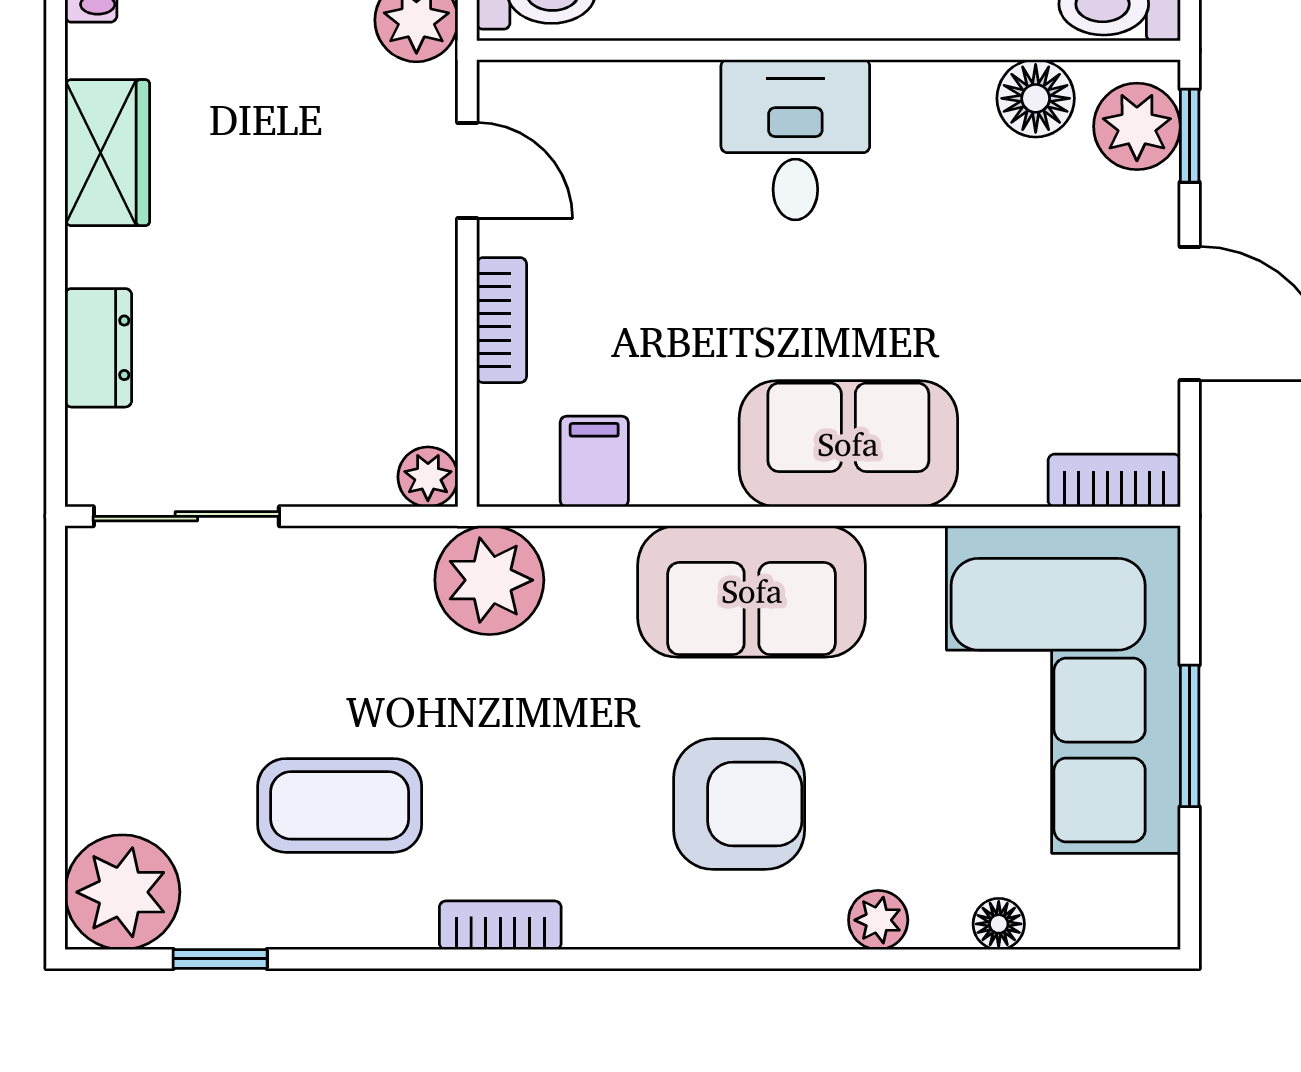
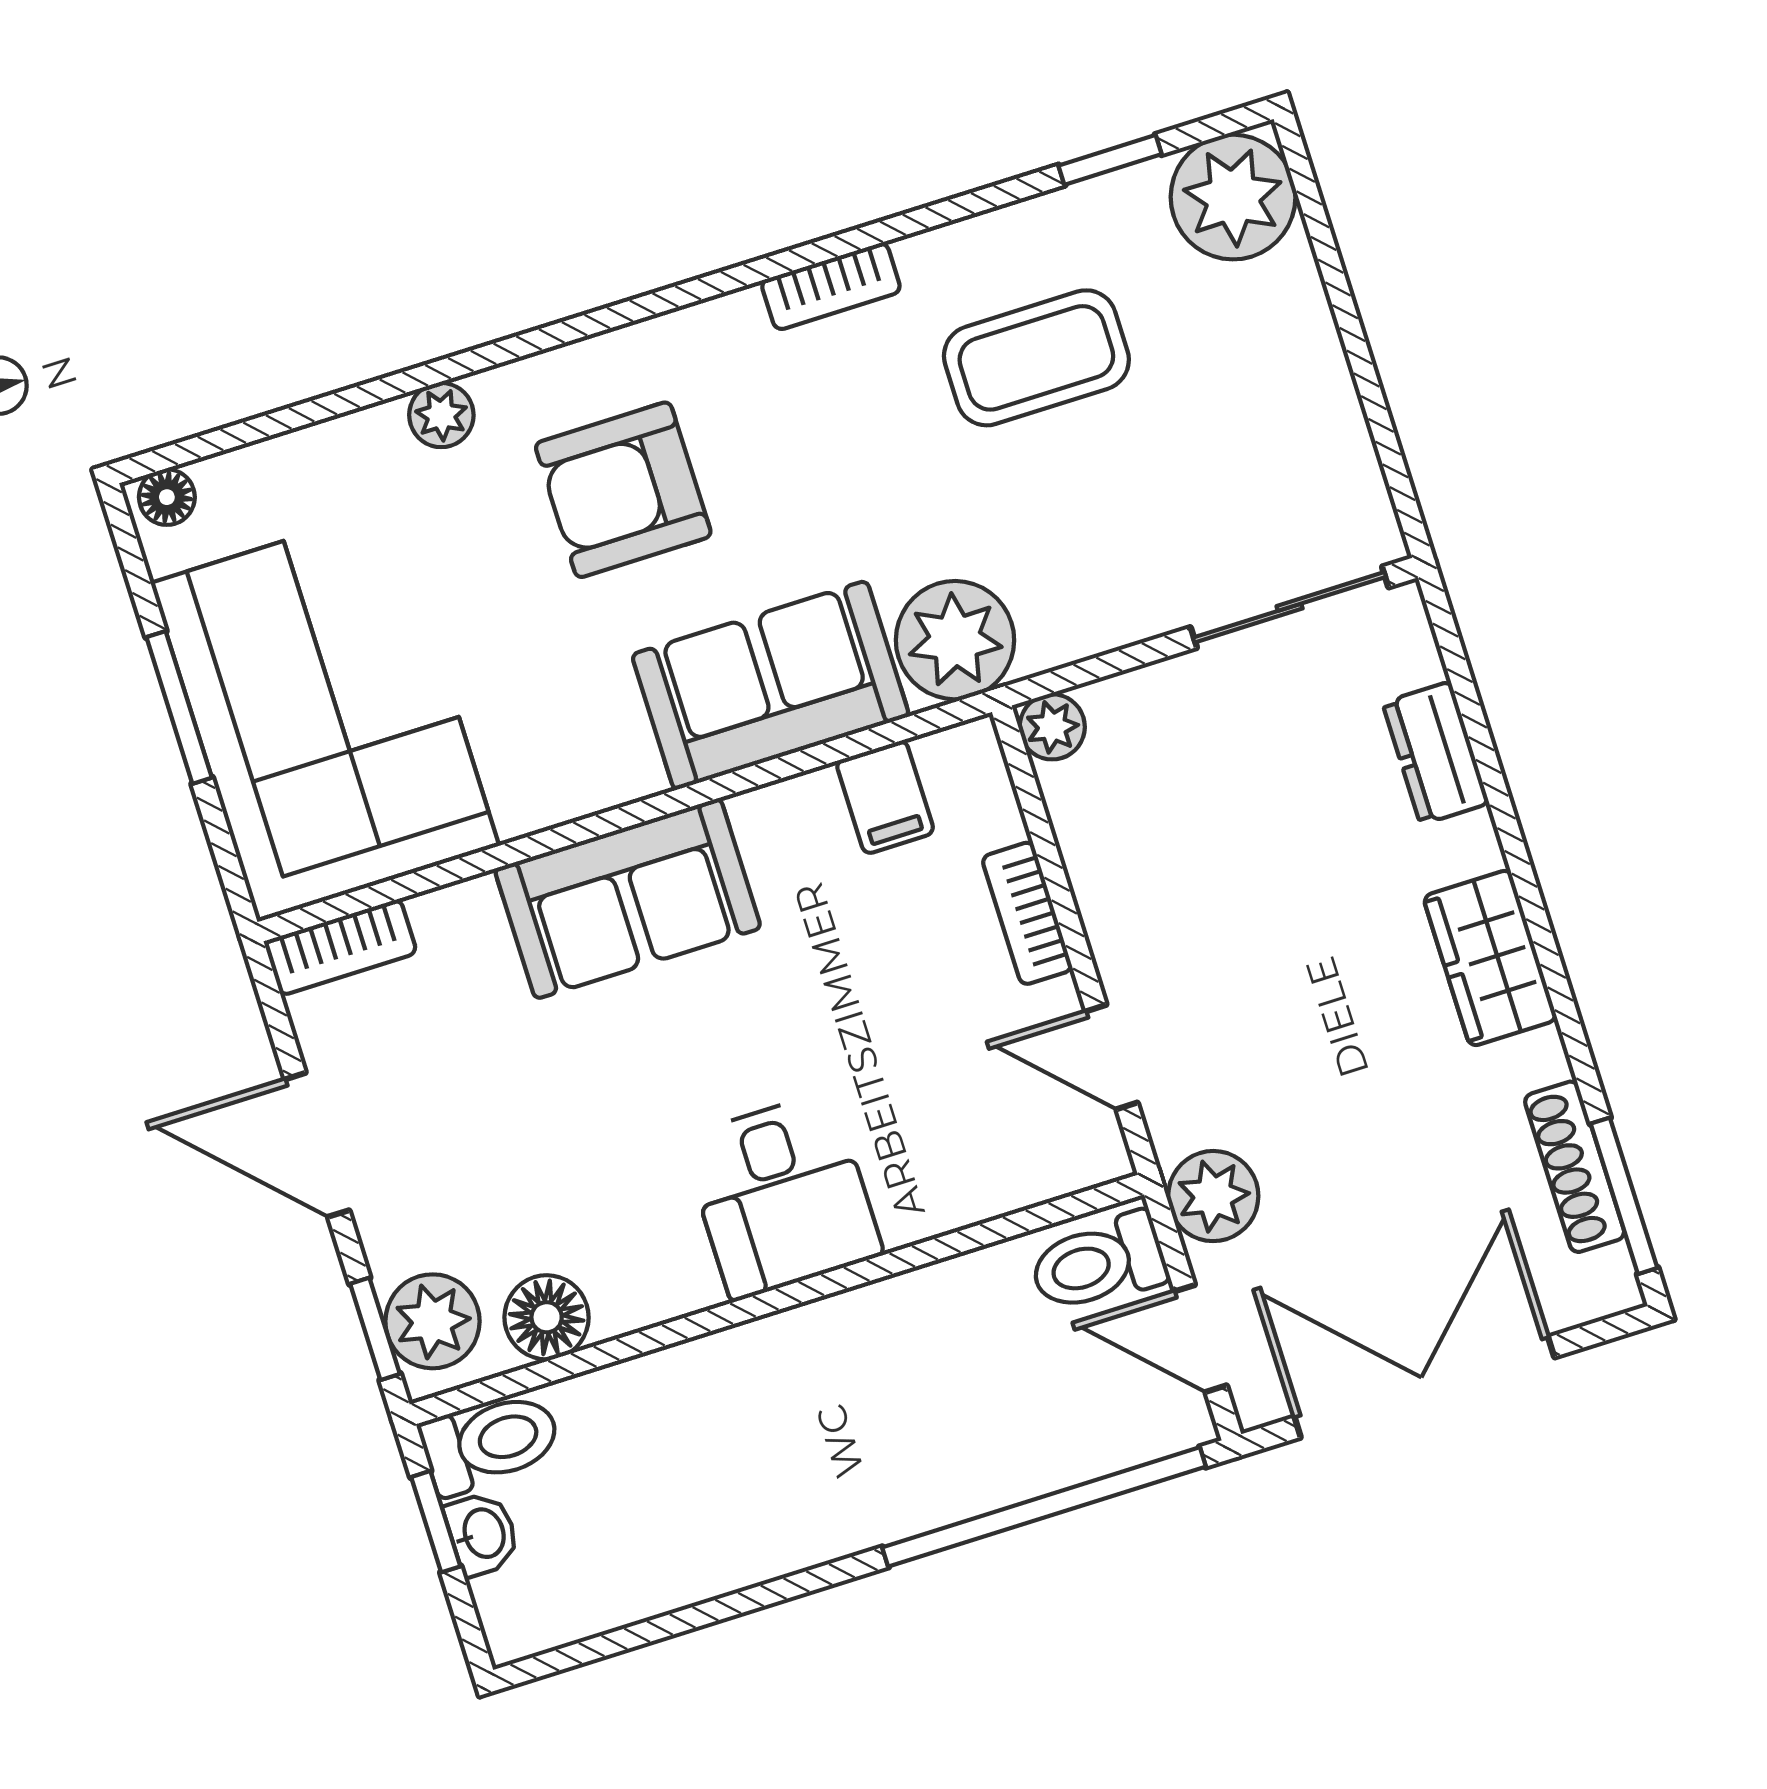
sofa: (752, 591) -> (771, 685), moved
floor lamp: (999, 924) -> (167, 497), moved

